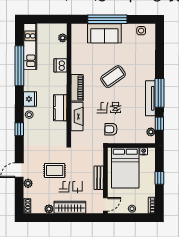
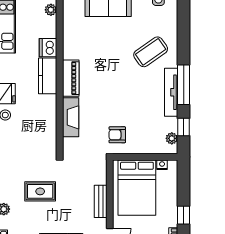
coffee table: (113, 77) -> (151, 52), moved
kitchen counter: (60, 108) -> (48, 76), moved
window: (159, 178) -> (184, 215), moved

